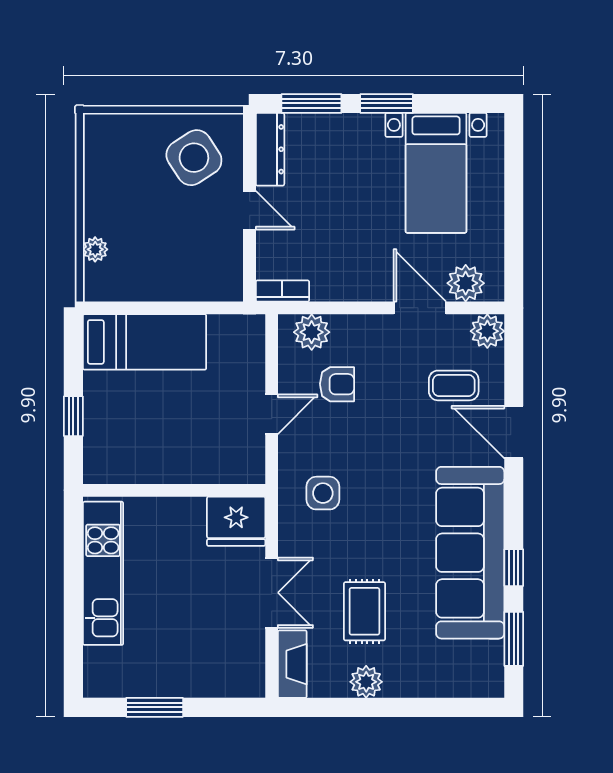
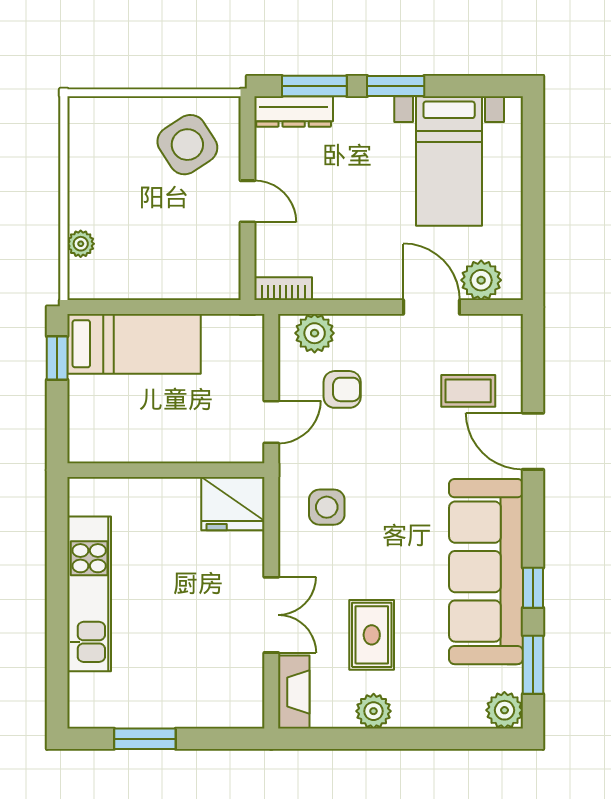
dresser: (270, 149) -> (294, 112), moved, turned 90
plant: (487, 331) -> (504, 710), moved
window: (73, 416) -> (57, 358), moved
wall: (174, 490) -> (166, 470), moved
fridge: (236, 521) -> (233, 504), moved

